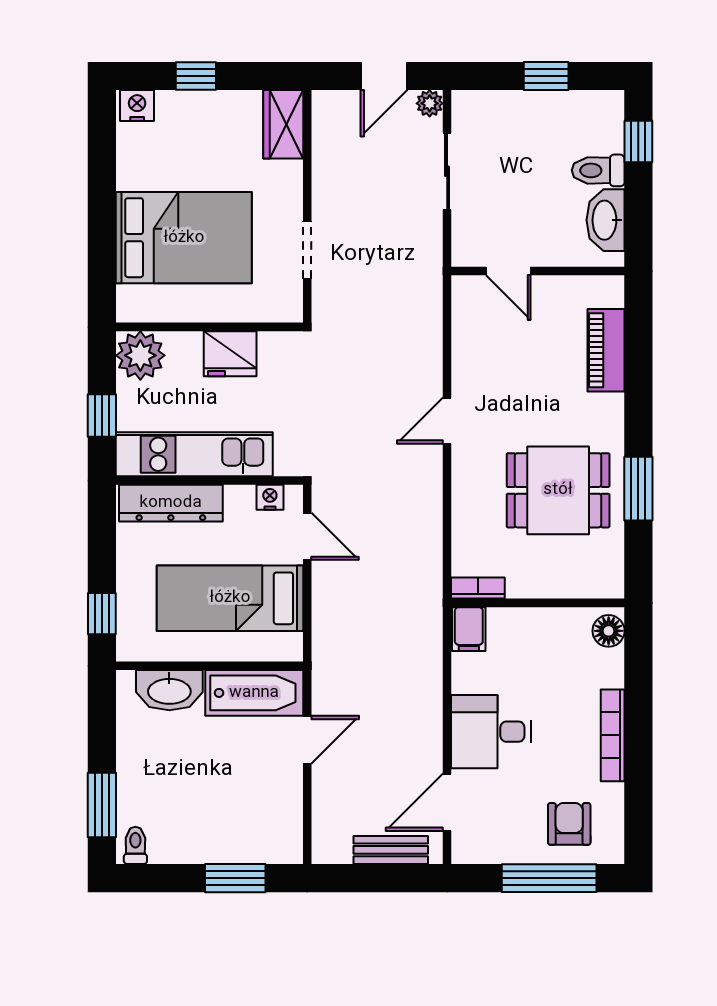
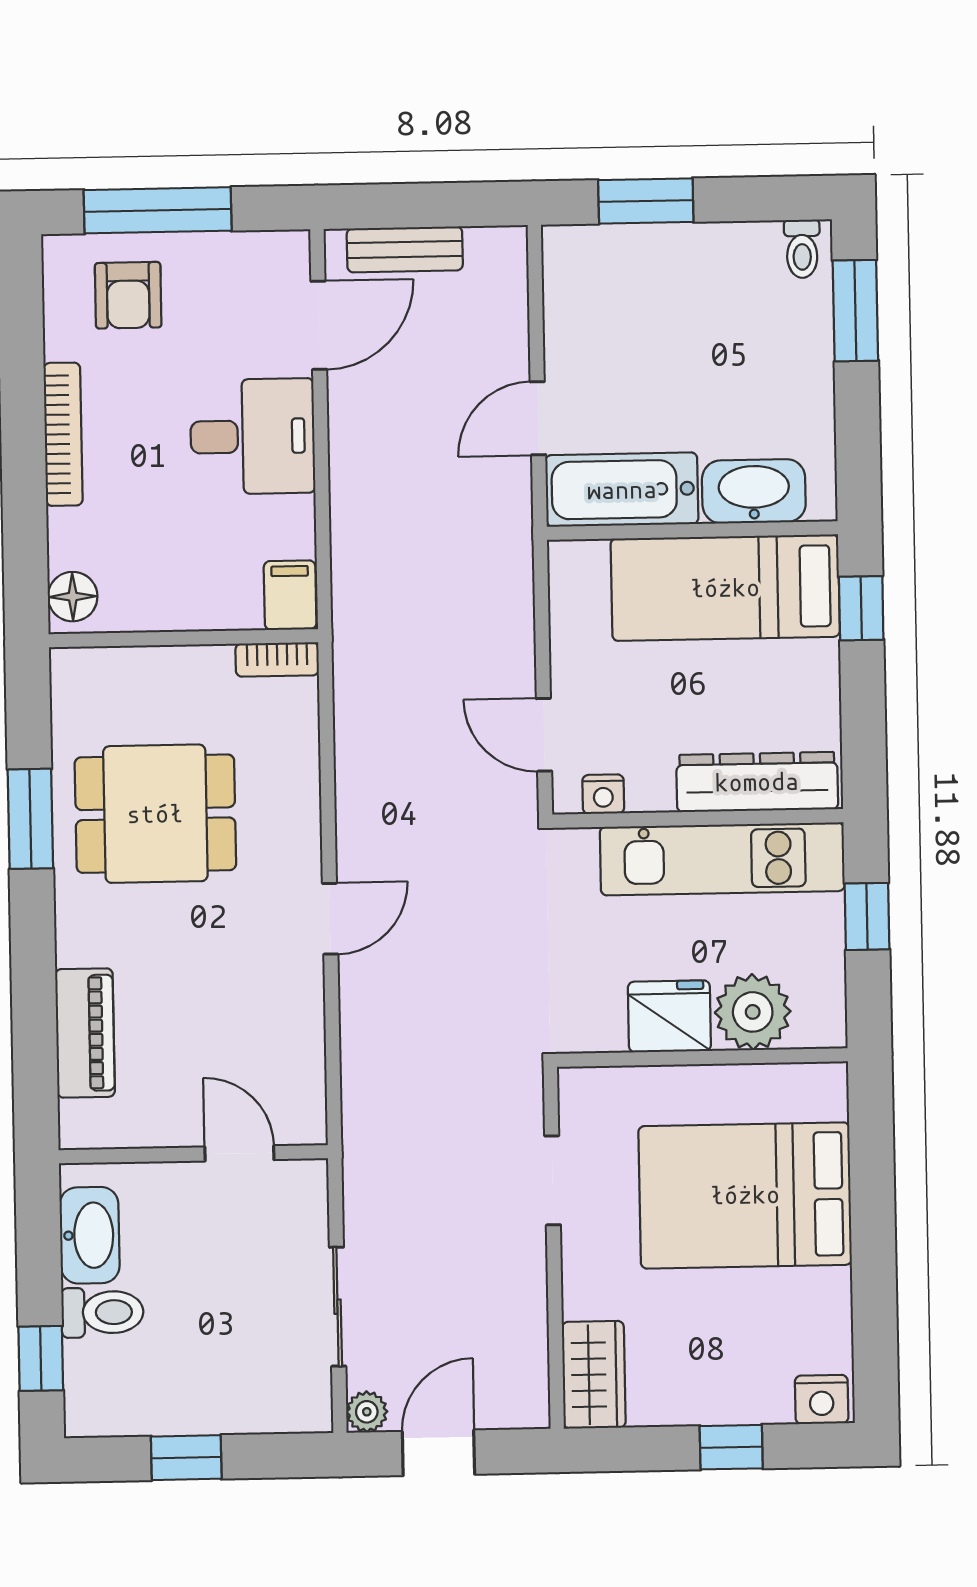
plant: (140, 355) -> (753, 1012), moved
bed: (230, 598) -> (725, 588), moved, turned 180

